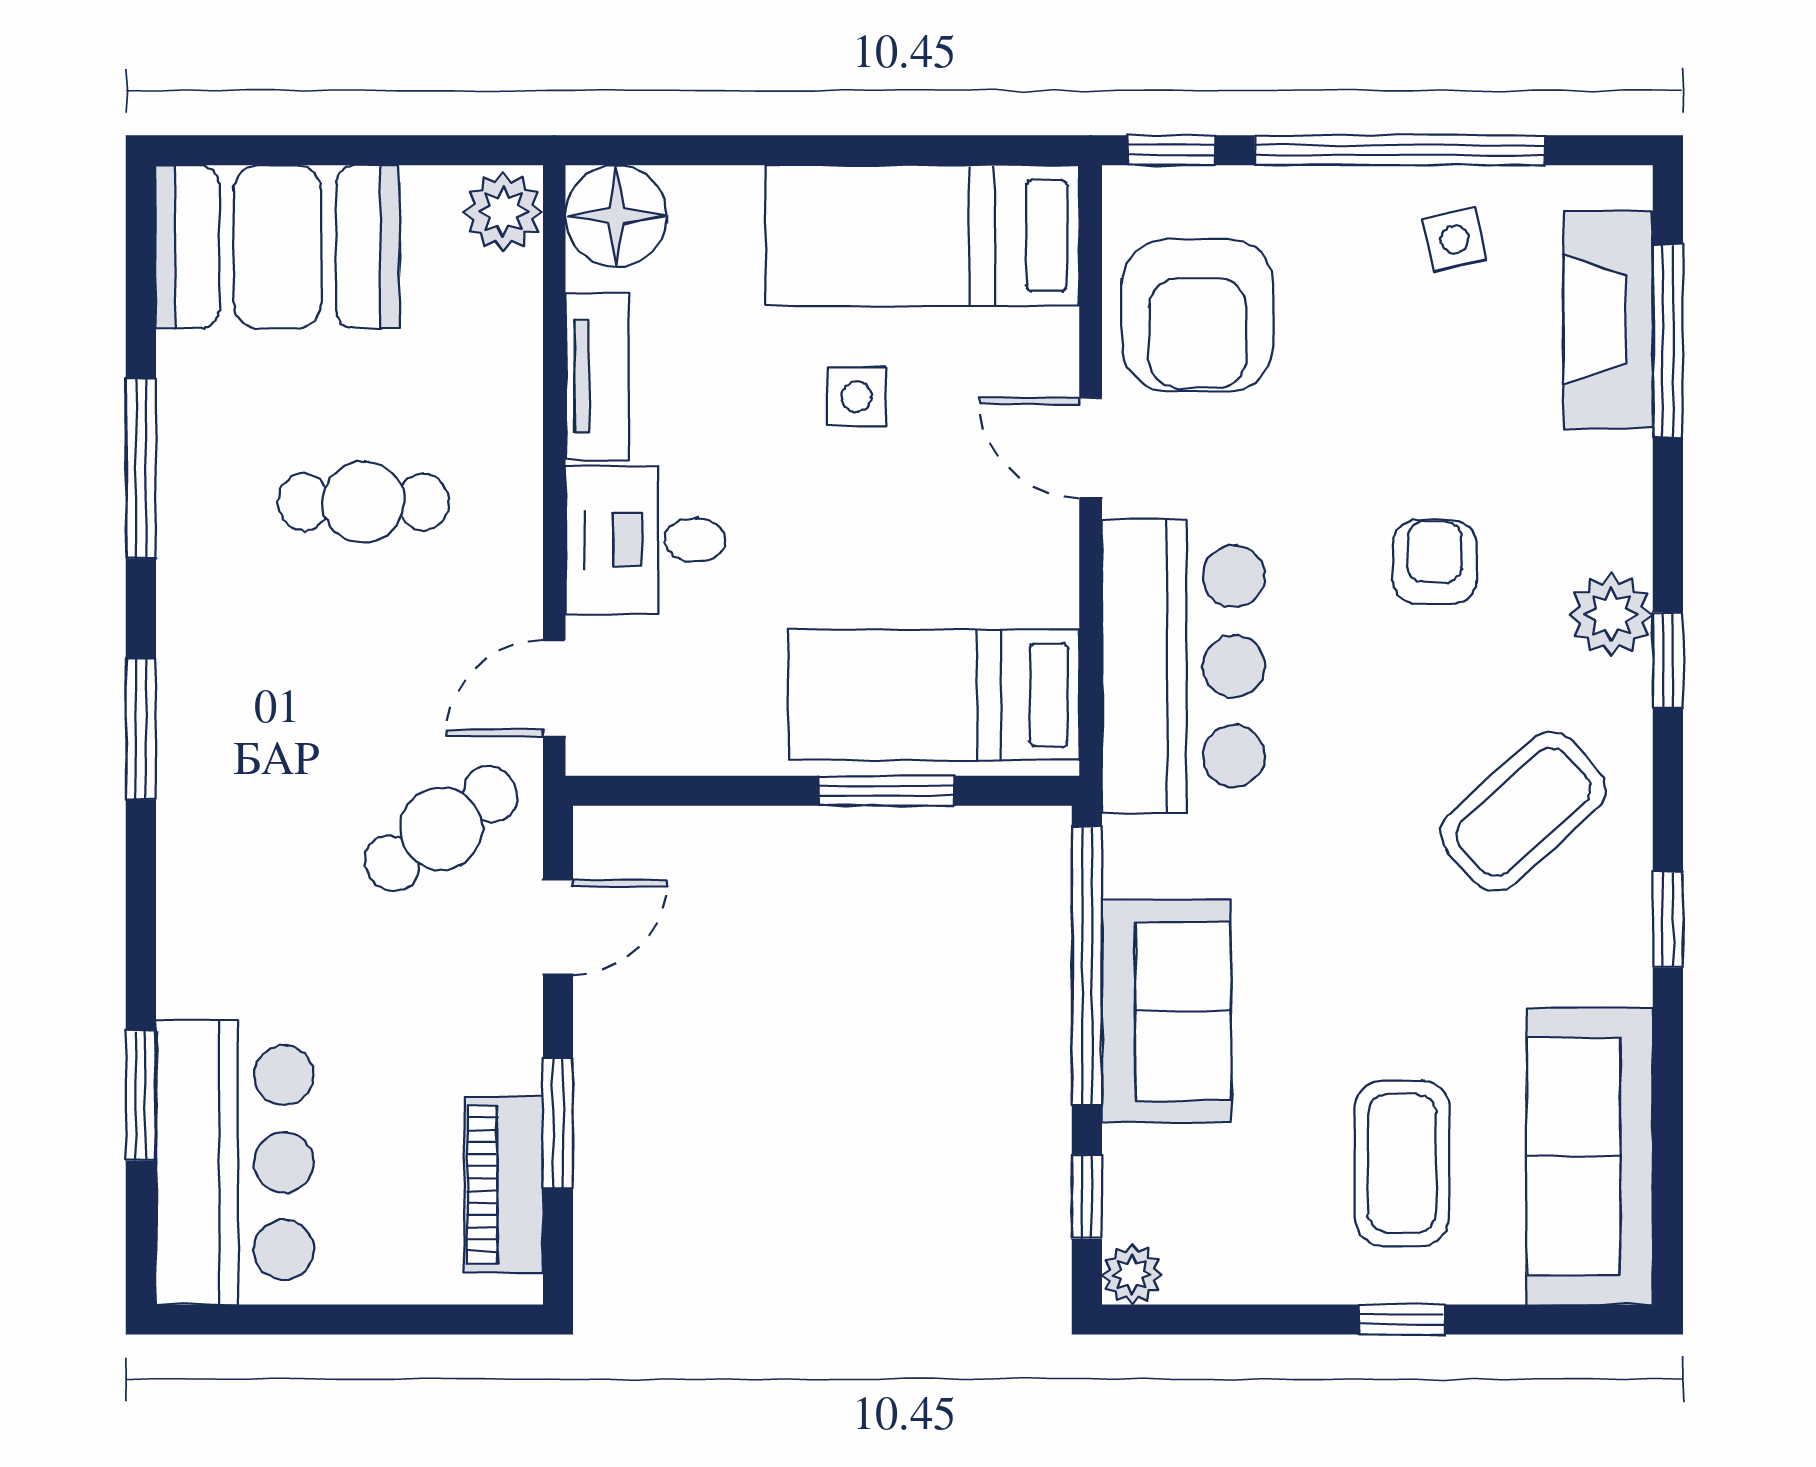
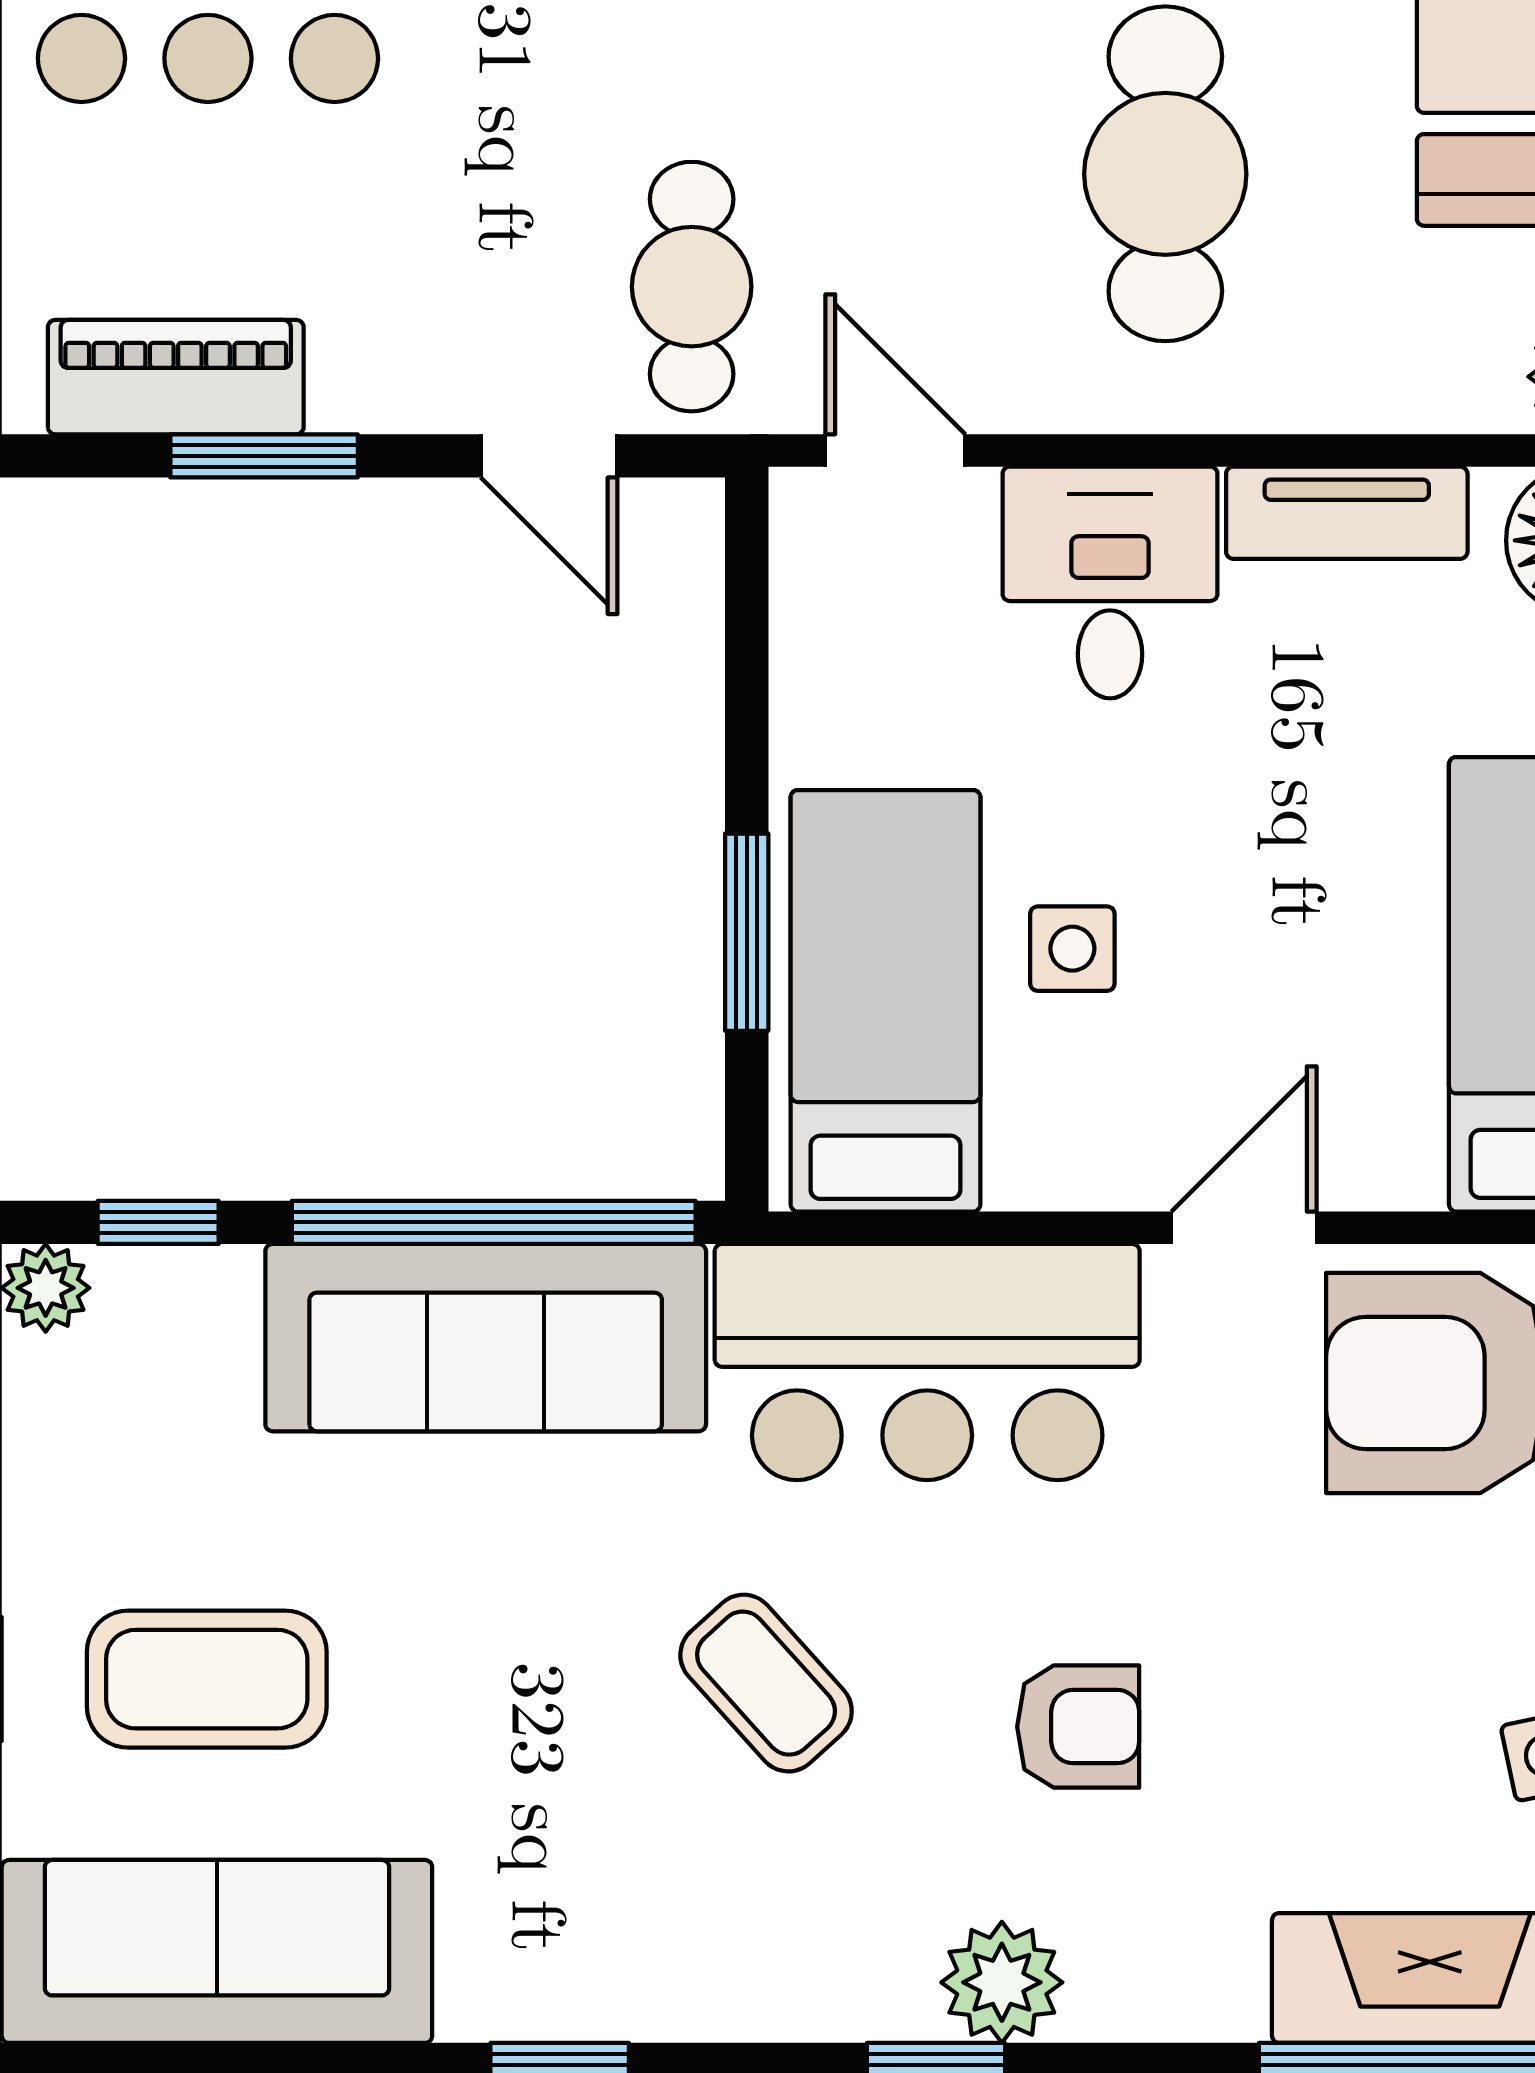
side table: (857, 397) -> (1072, 949), moved
cafe table: (363, 502) -> (1165, 174), width x1.37, depth x1.35
coffee table: (1523, 812) -> (766, 1683), moved, width x0.73, depth x0.77
cafe table: (441, 829) -> (692, 287), turned 35
sofa: (1166, 1011) -> (486, 1338), width x1.36

